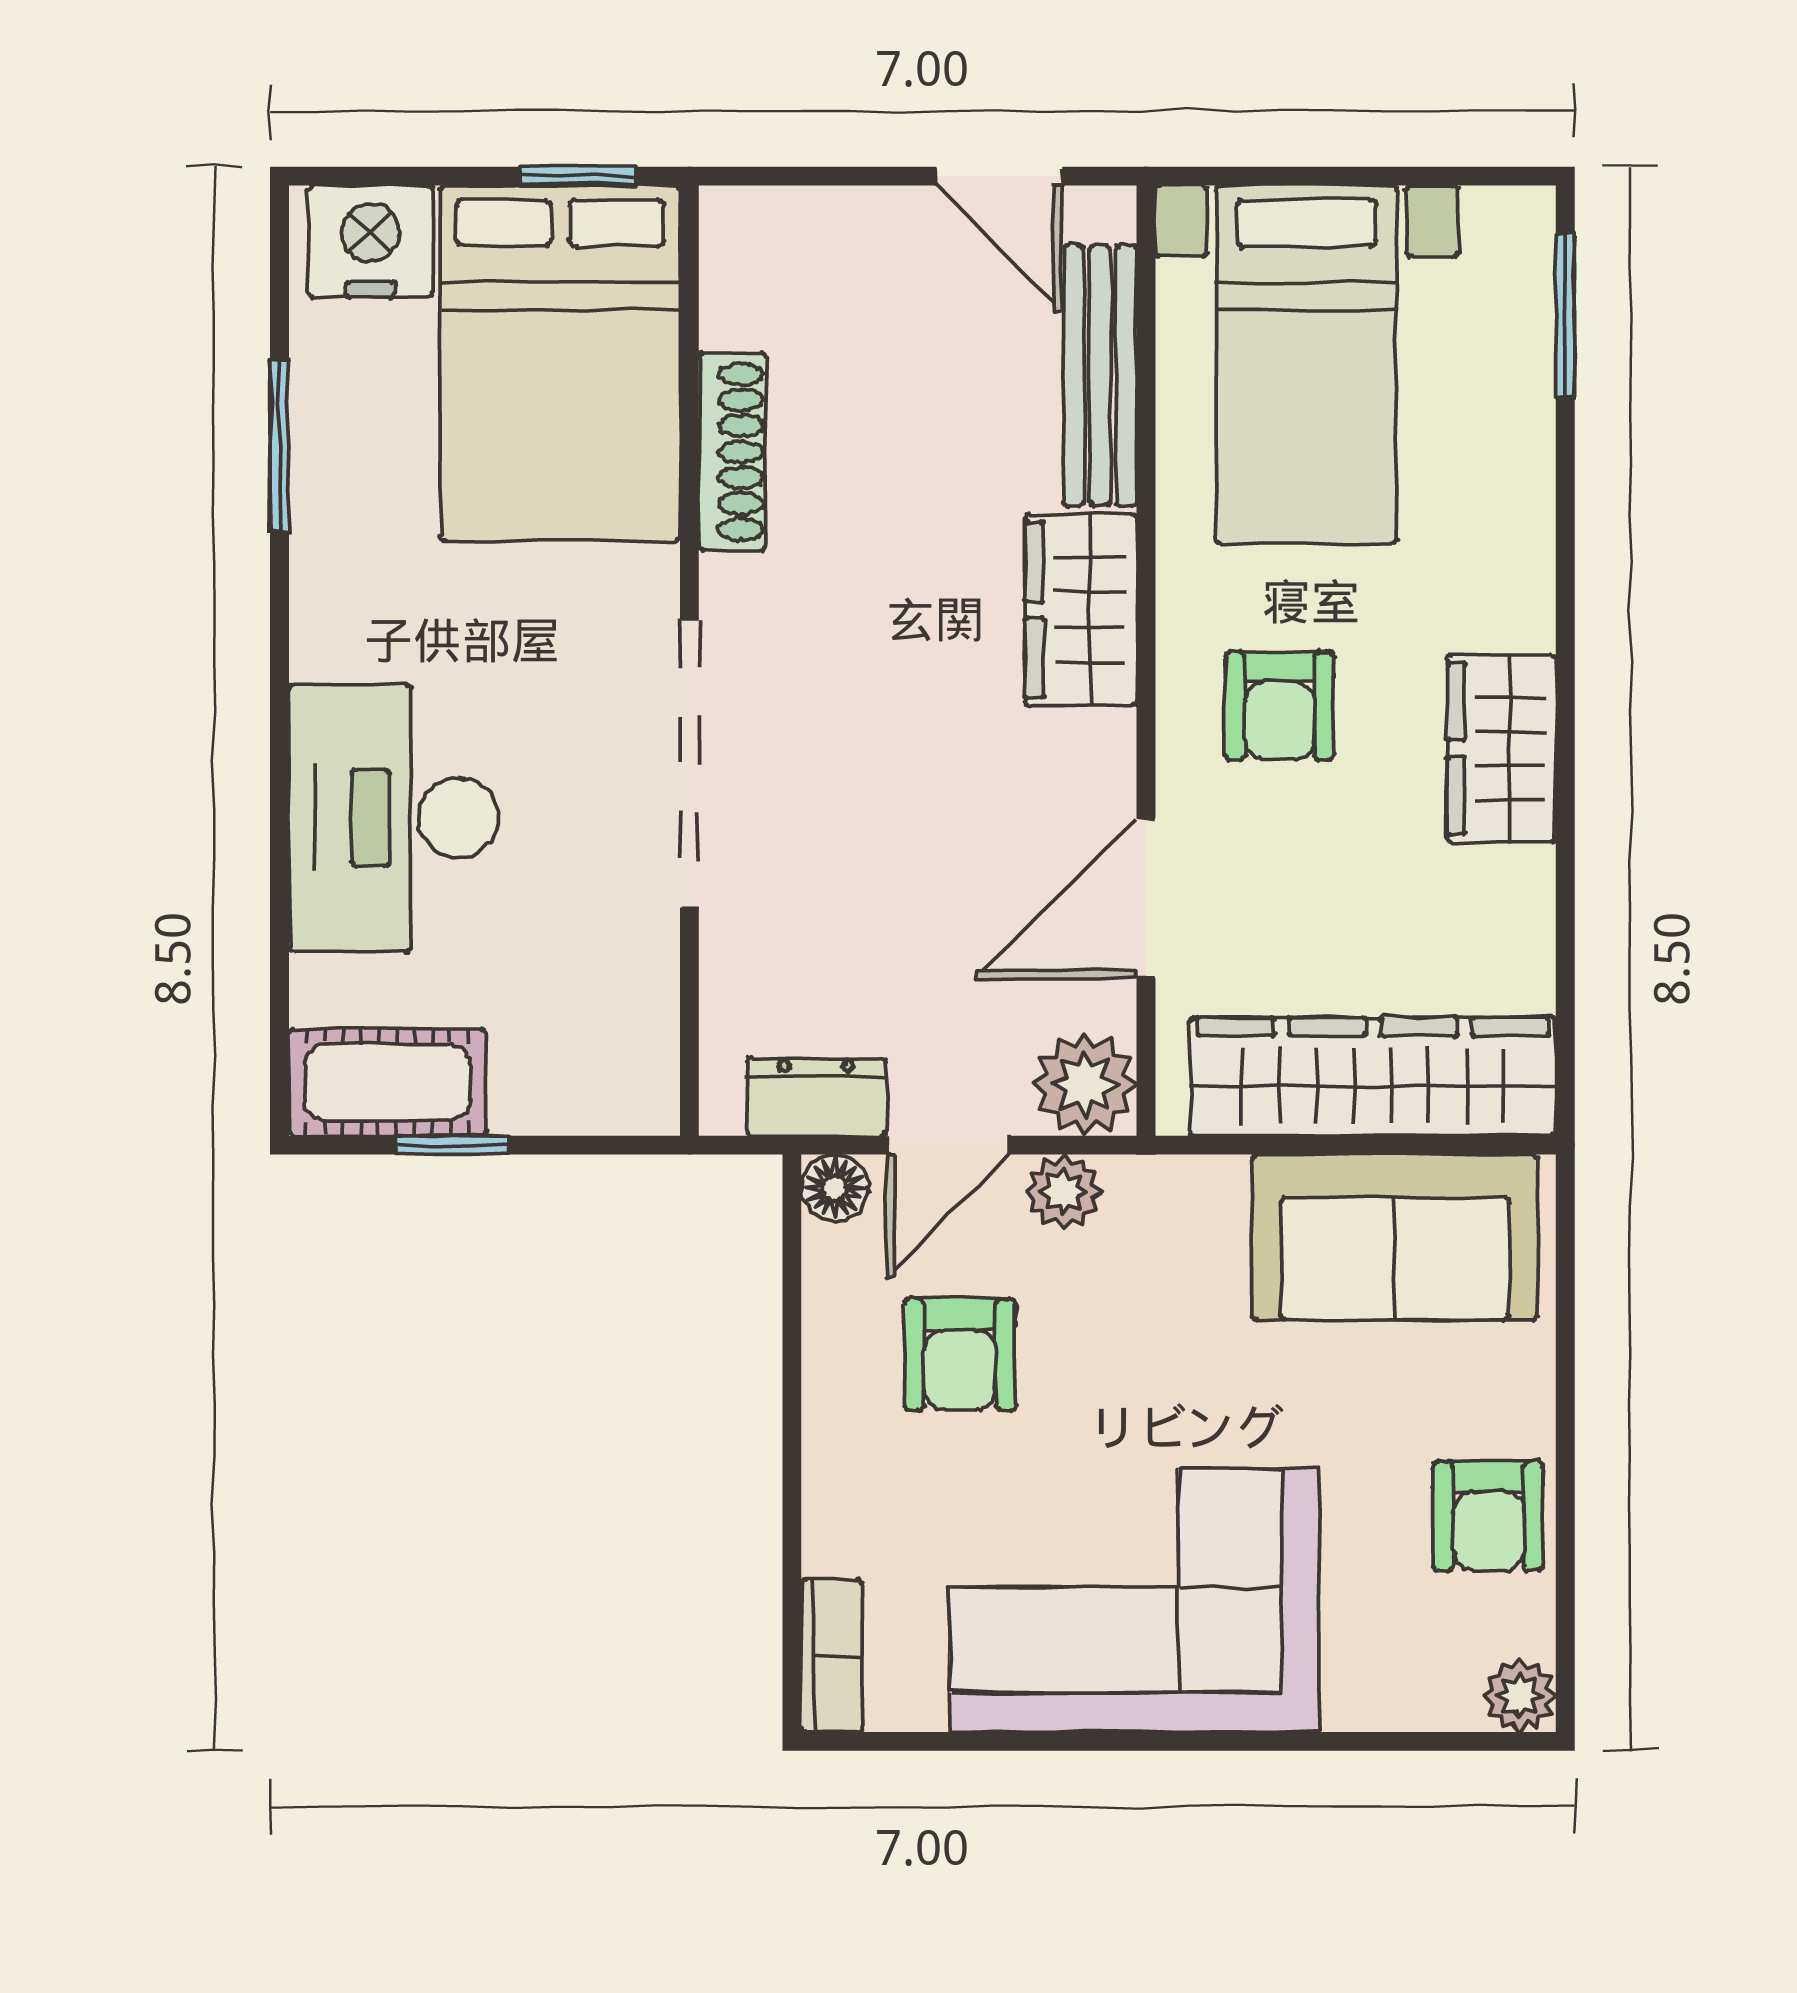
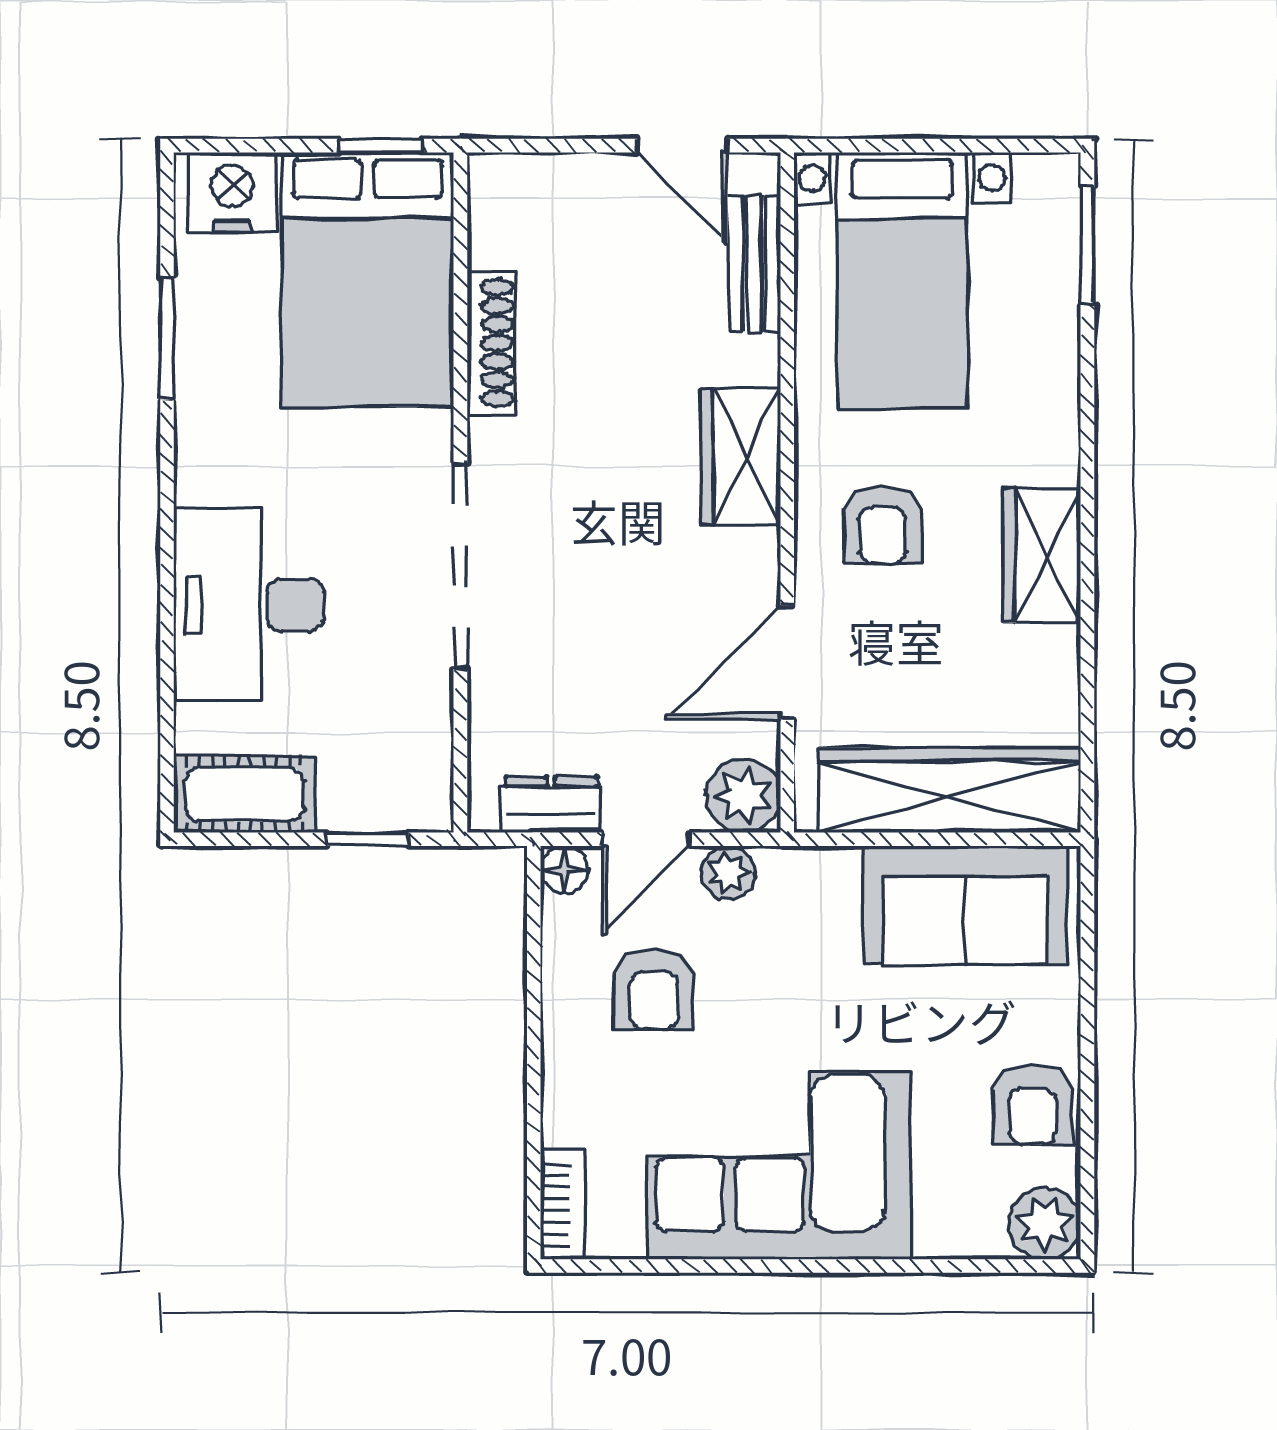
bench: (1100, 376) -> (754, 263), width x0.73
window: (452, 1145) -> (368, 839), moved
plant: (1520, 1696) -> (1045, 1224), width x1.38, depth x1.38

